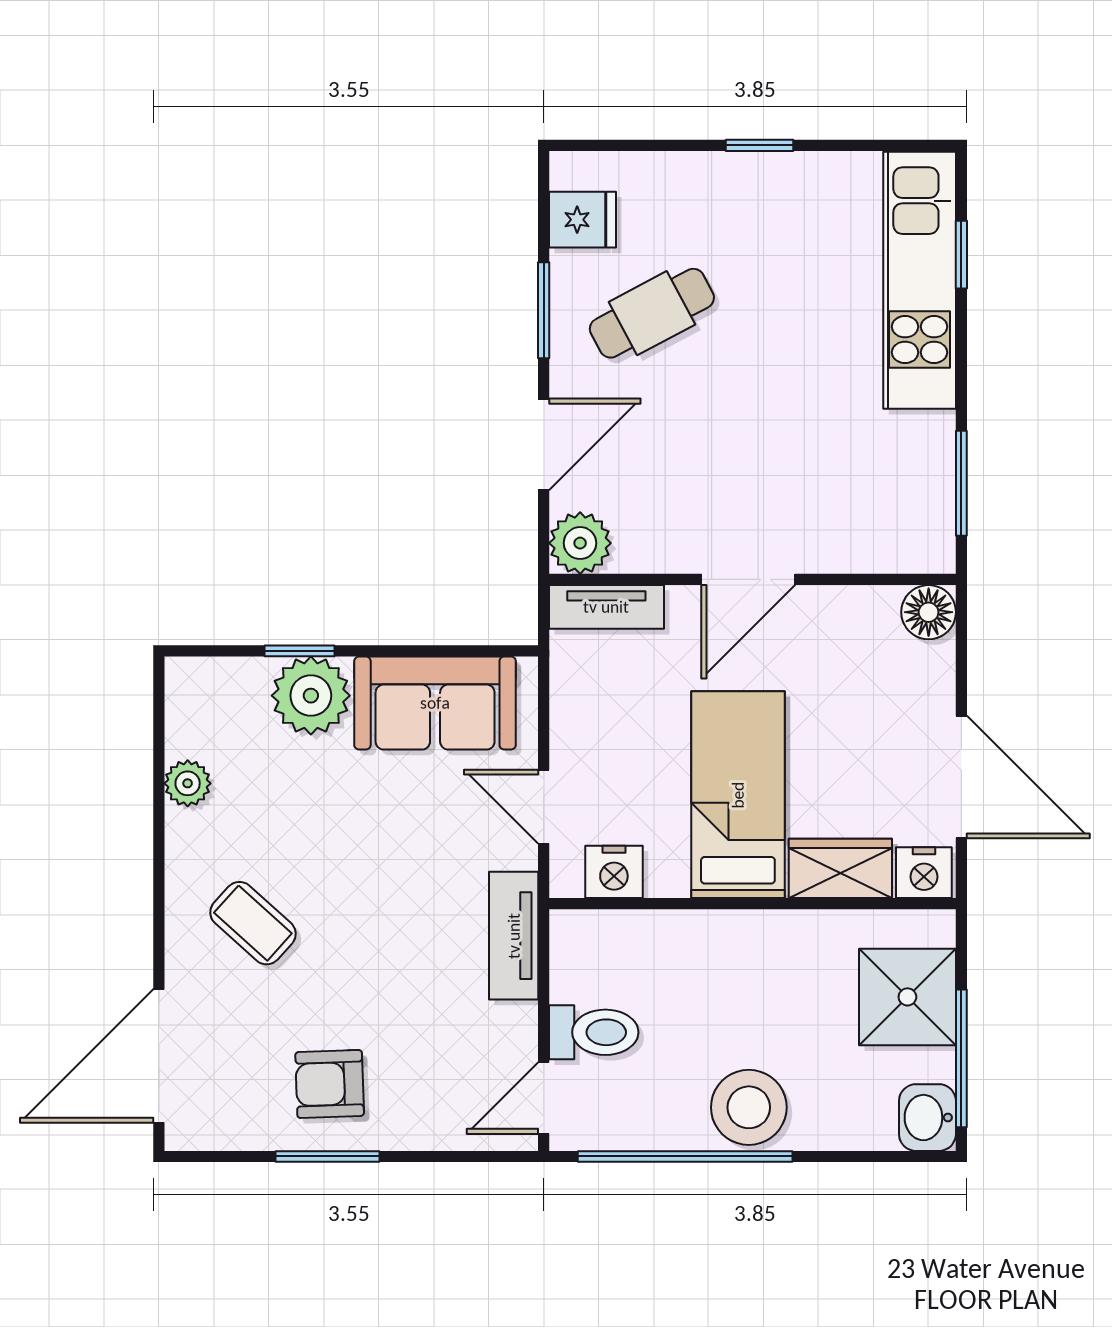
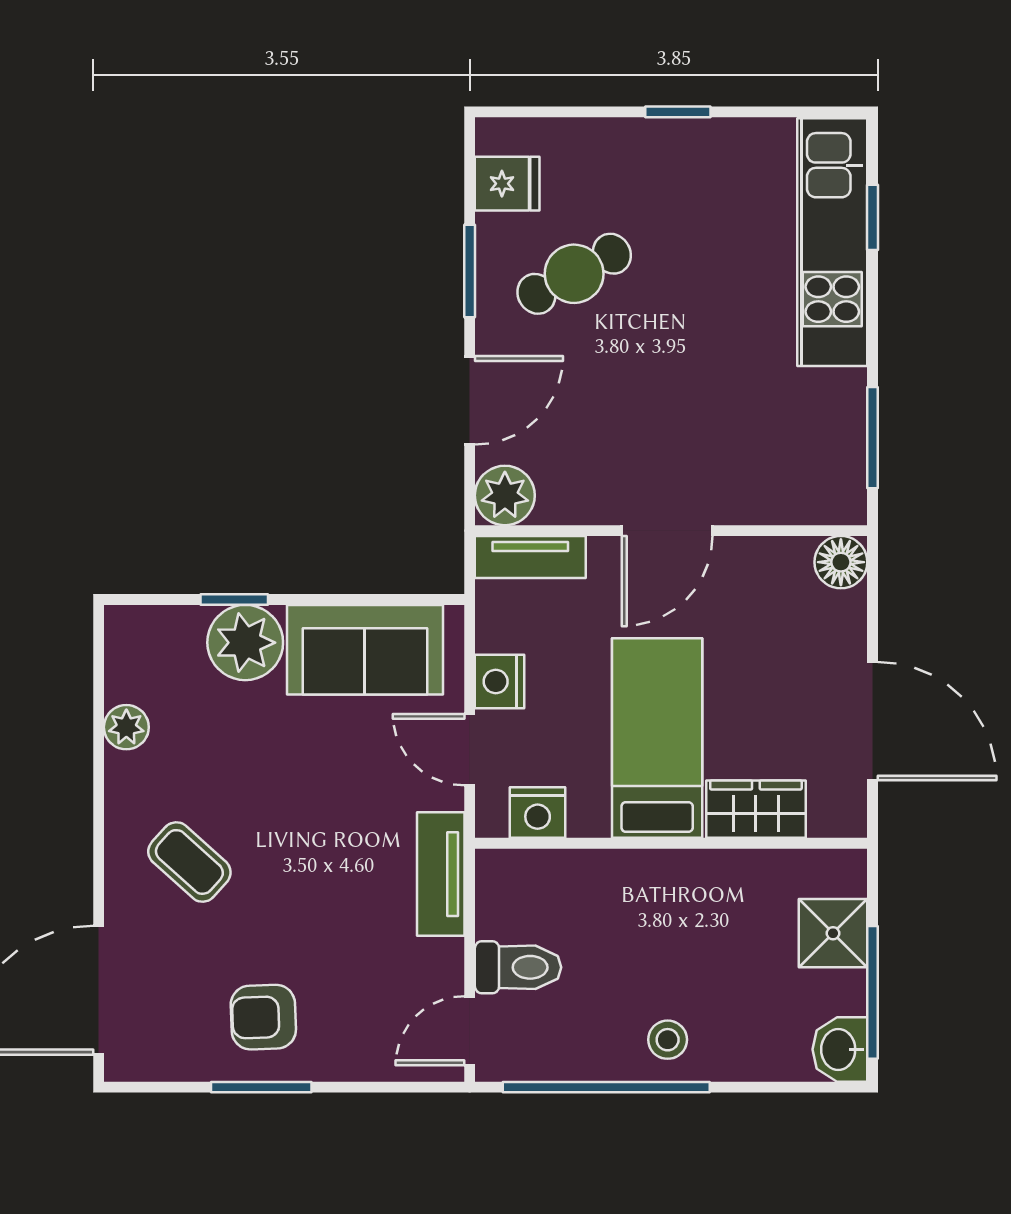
nightstand: (924, 873) -> (500, 682), moved, turned 90
shower: (907, 997) -> (833, 933), width x0.73, depth x0.73
stool: (749, 1107) -> (668, 1040), width x0.53, depth x0.53

